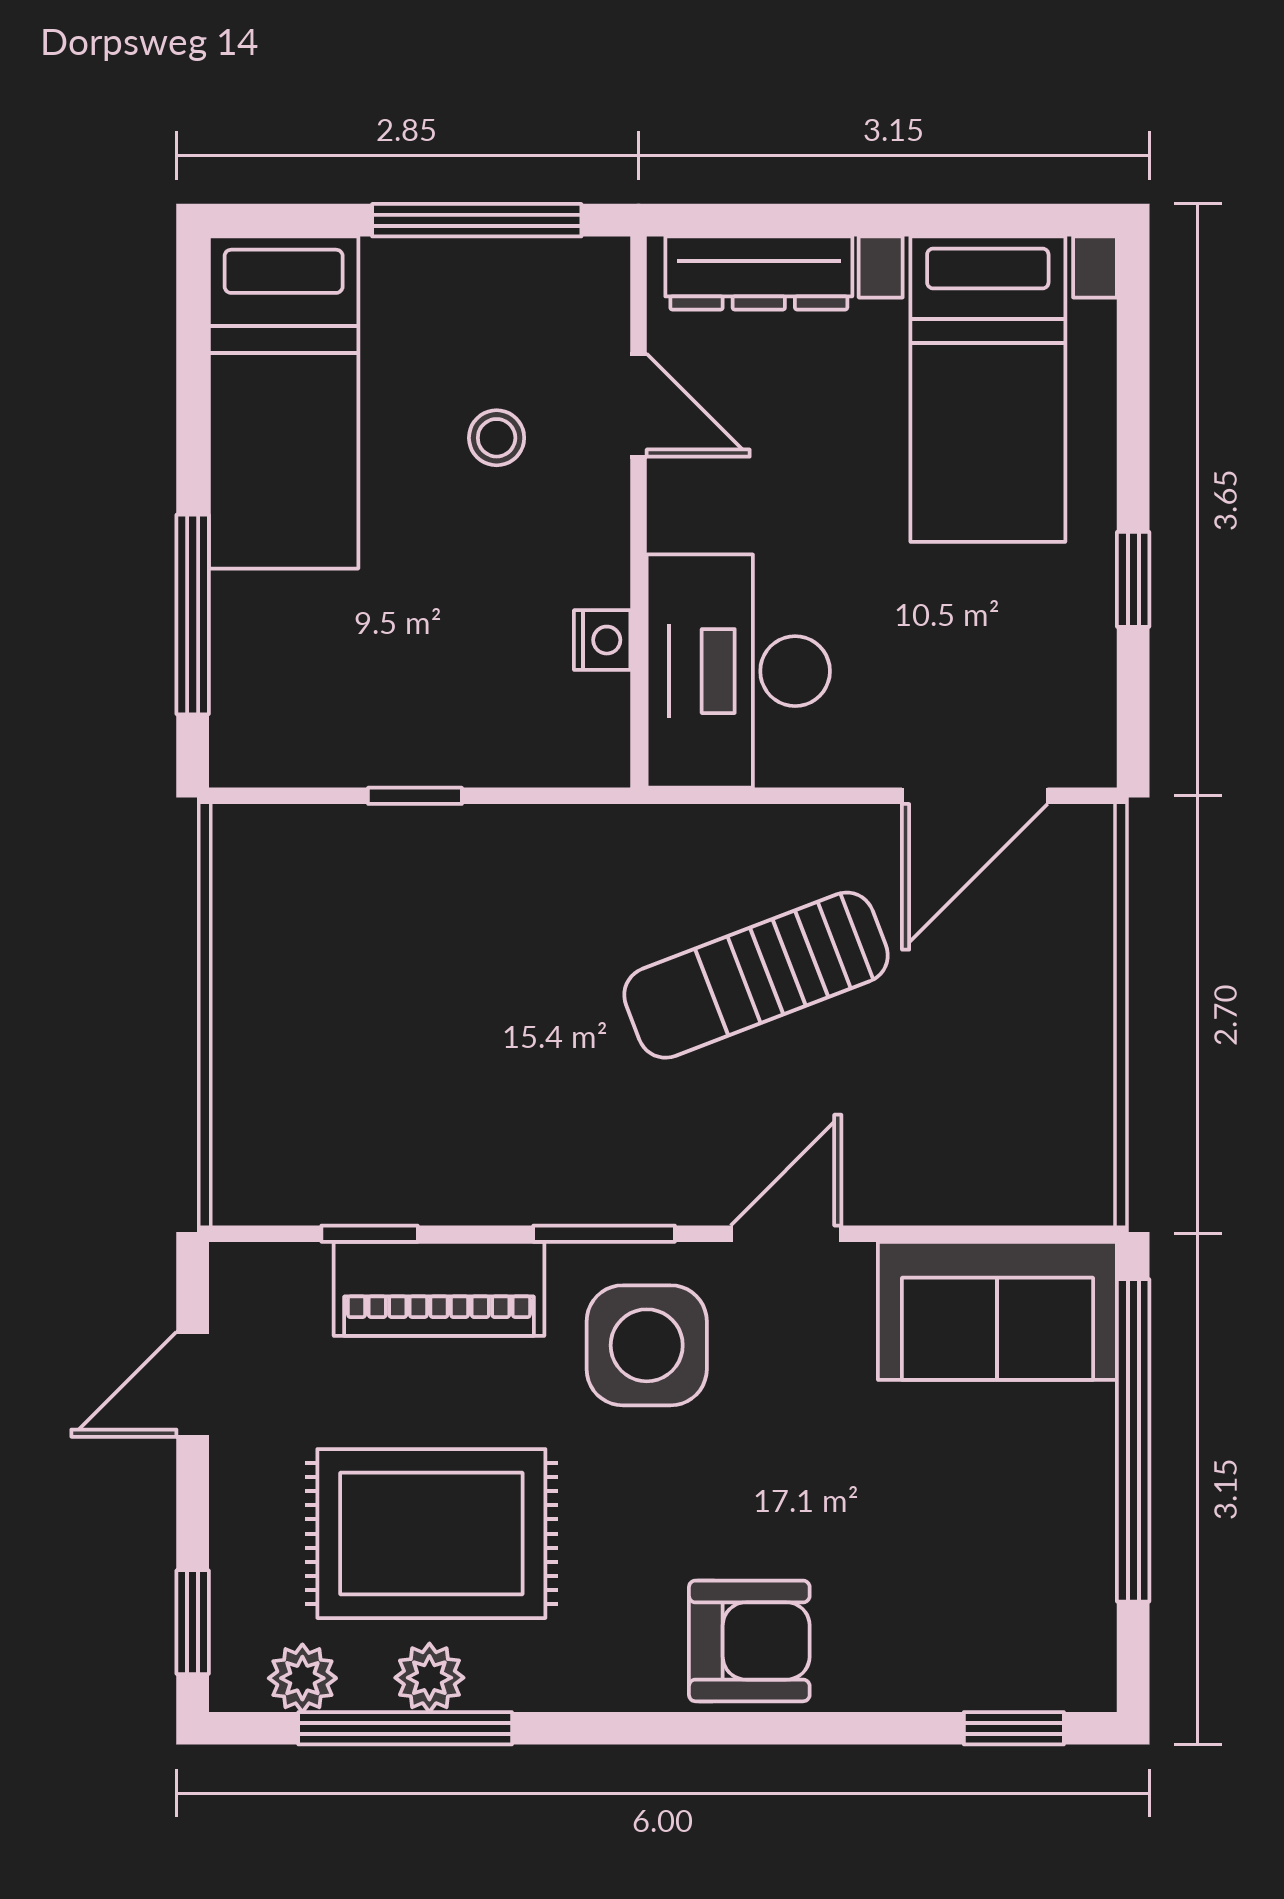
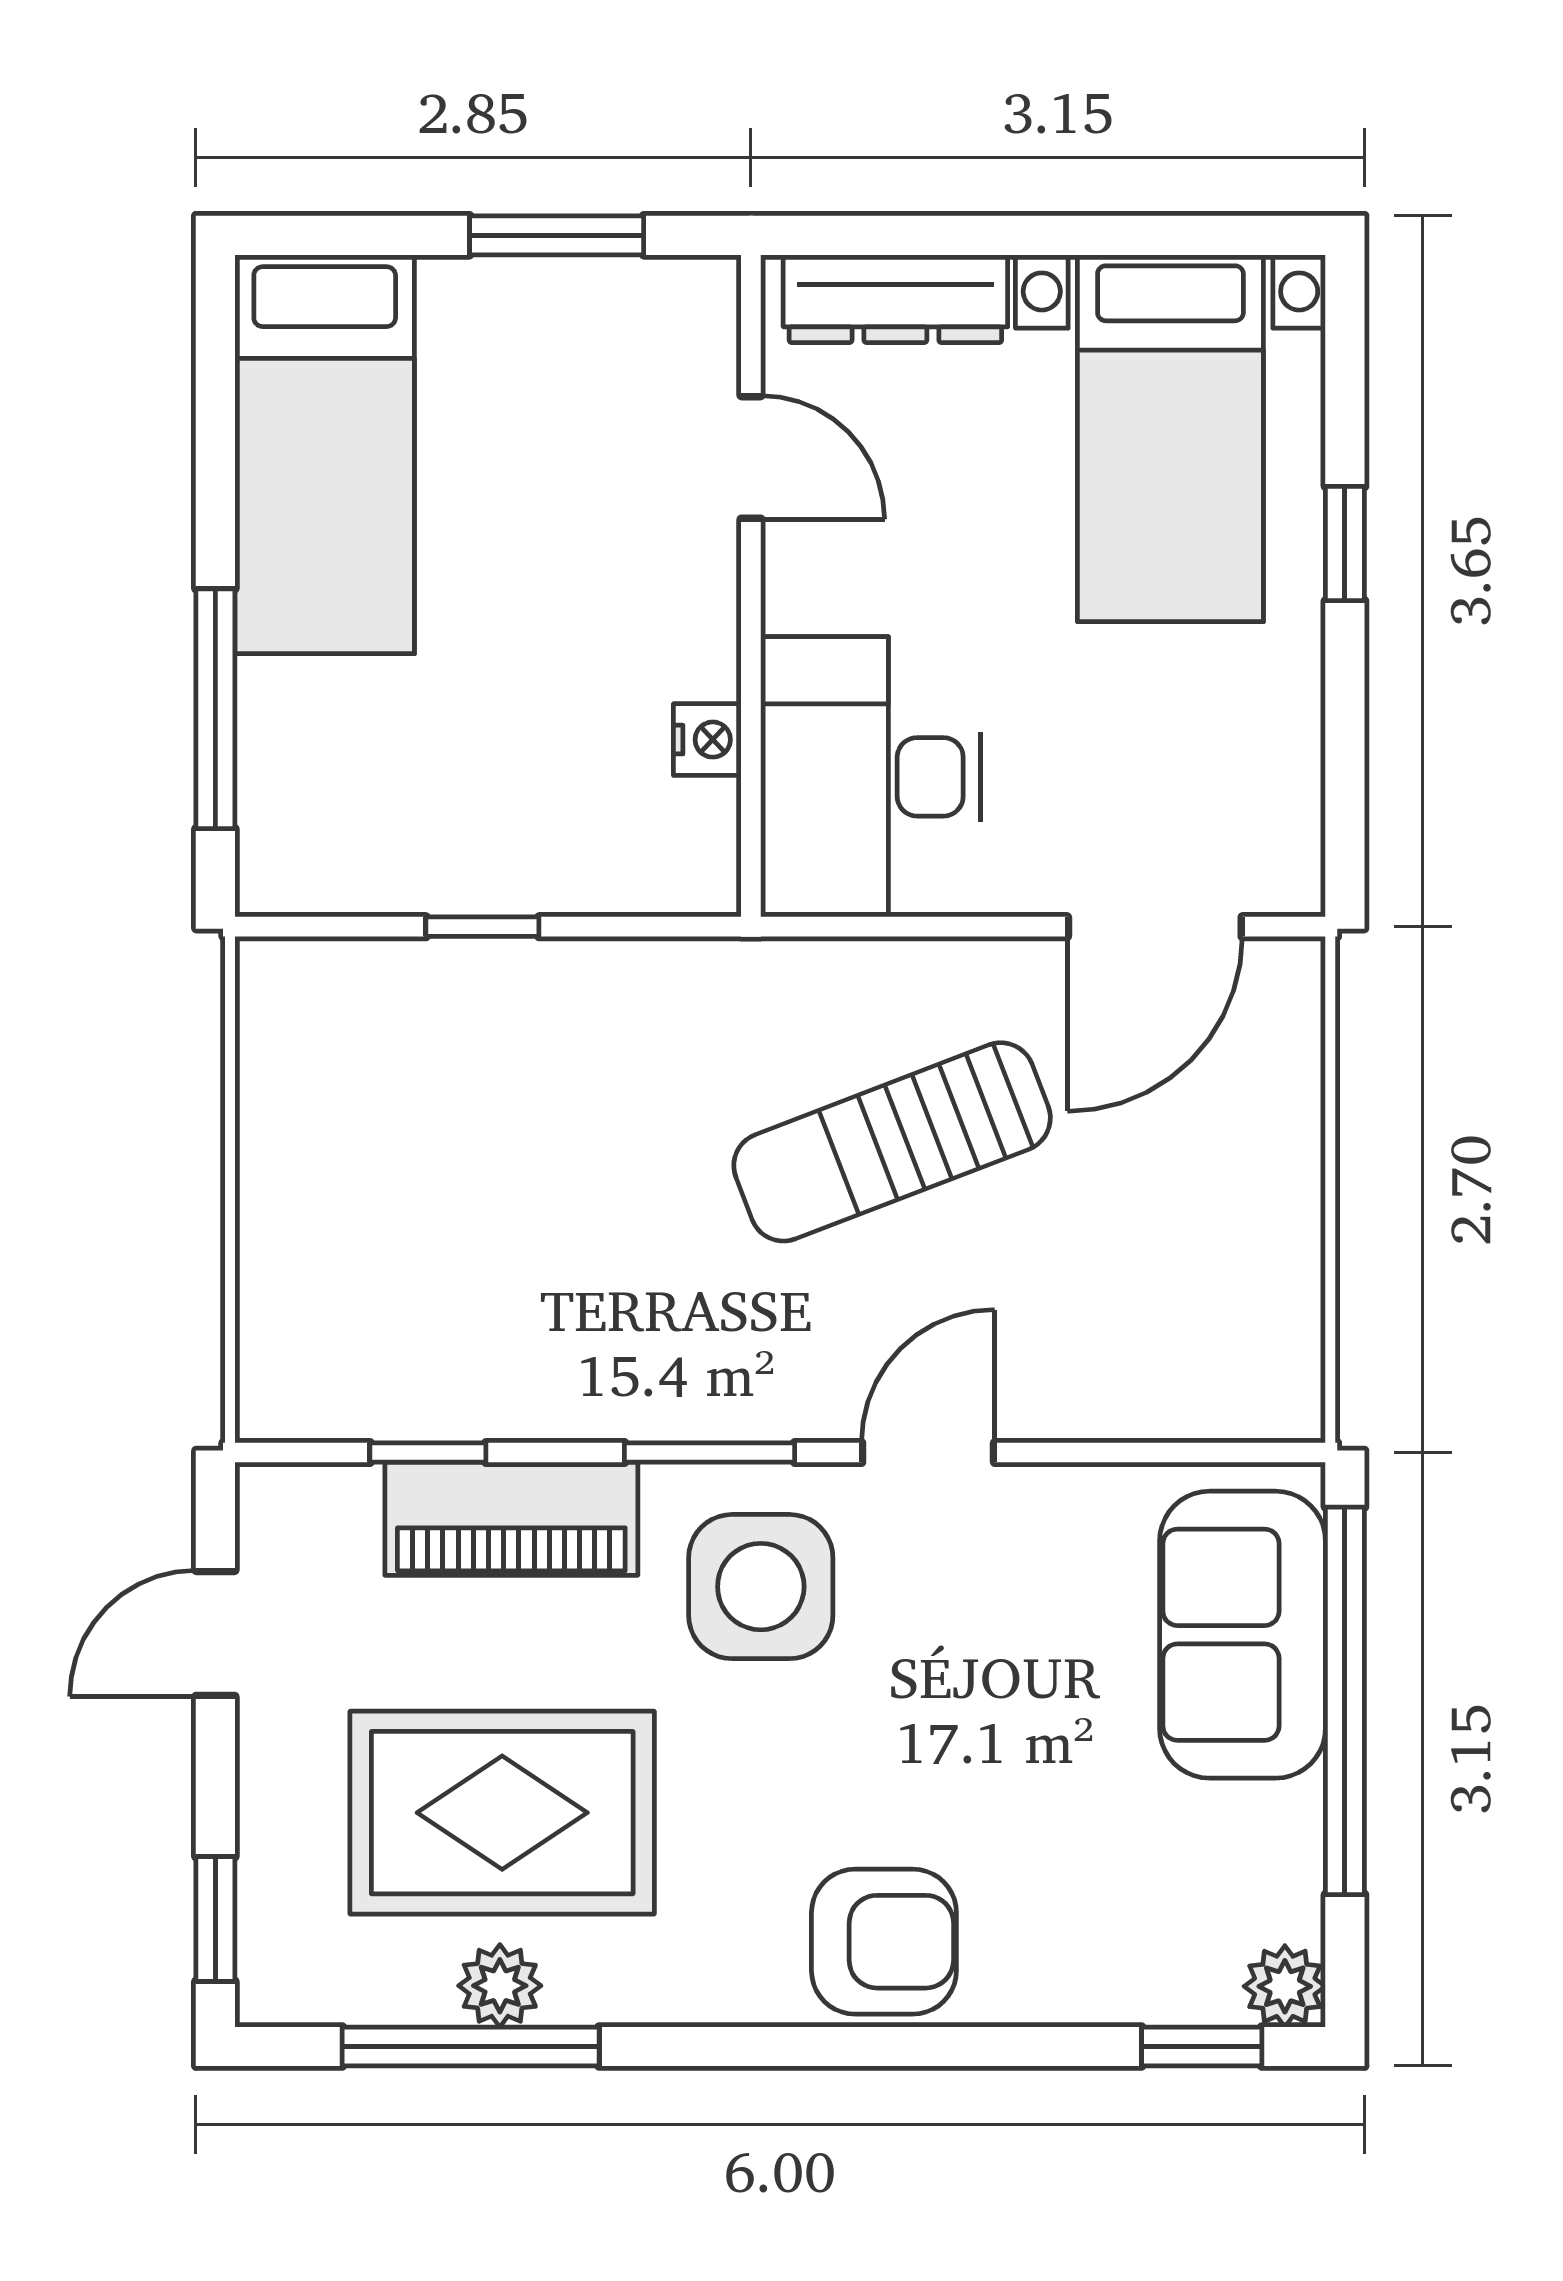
window: (477, 220) -> (557, 235), width x0.69
stool: (497, 438) -> (580, 497), removed
window: (1133, 579) -> (1345, 544), moved
sofa: (997, 1311) -> (1243, 1635), moved, turned 90
plant: (302, 1678) -> (1285, 1986), moved

